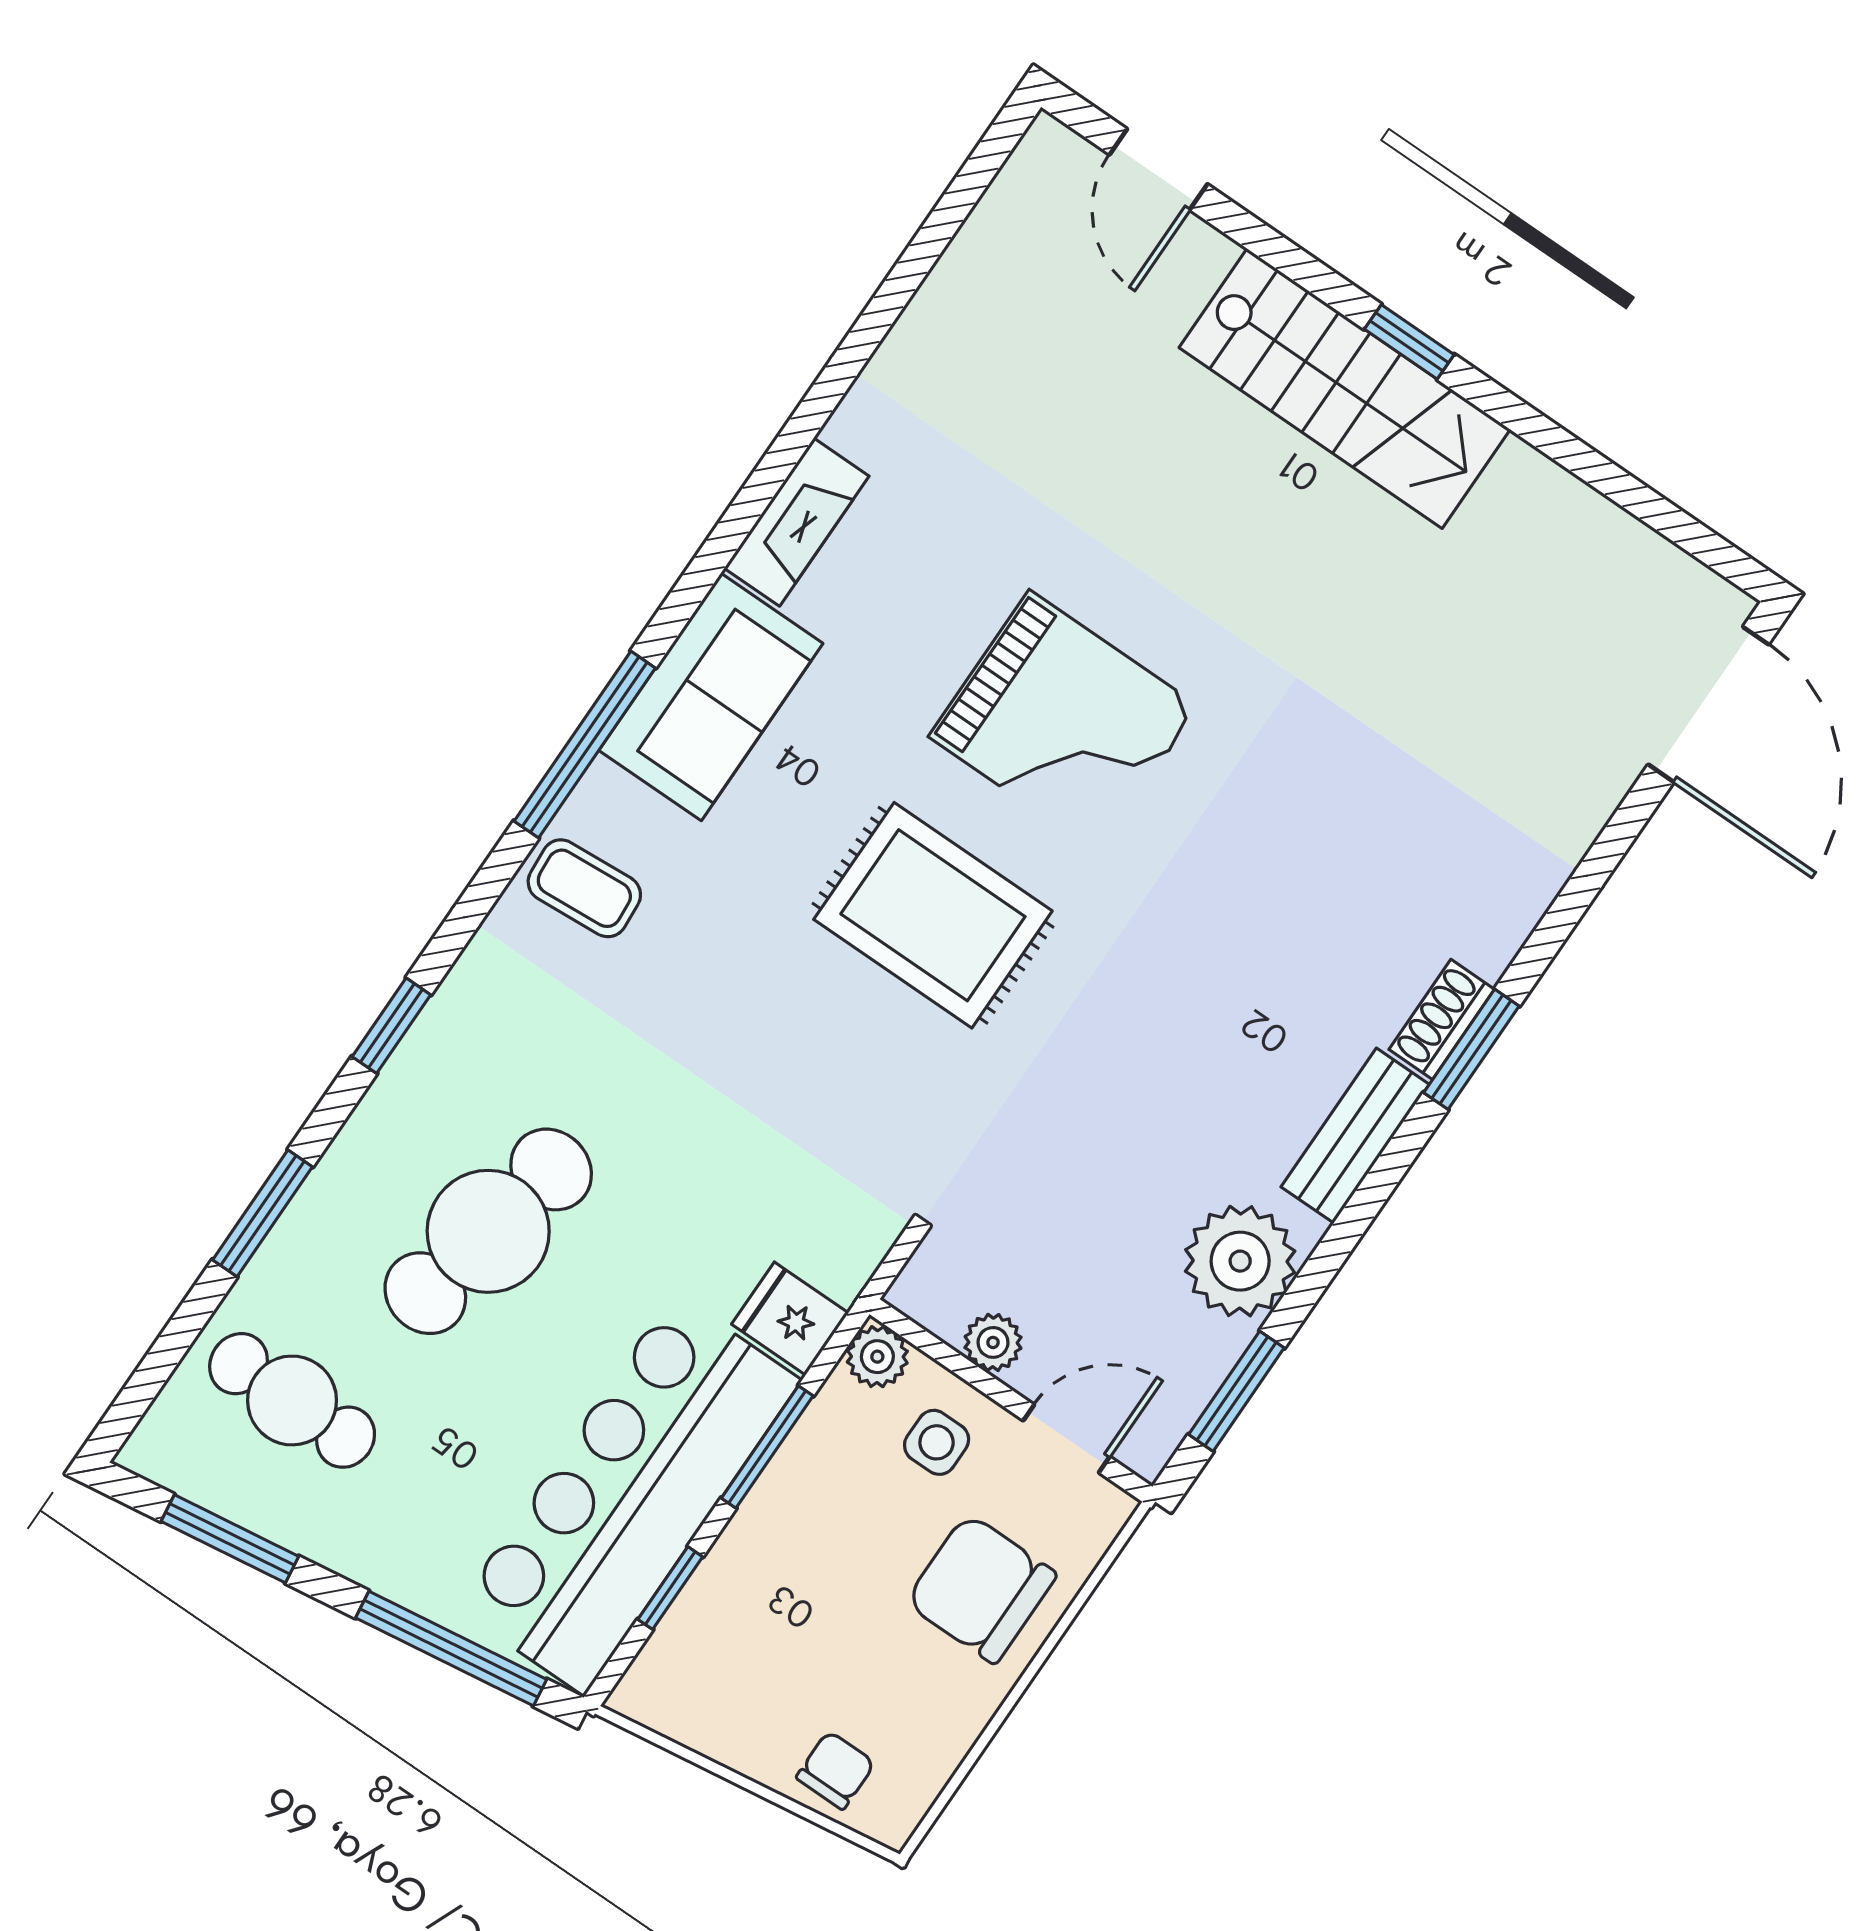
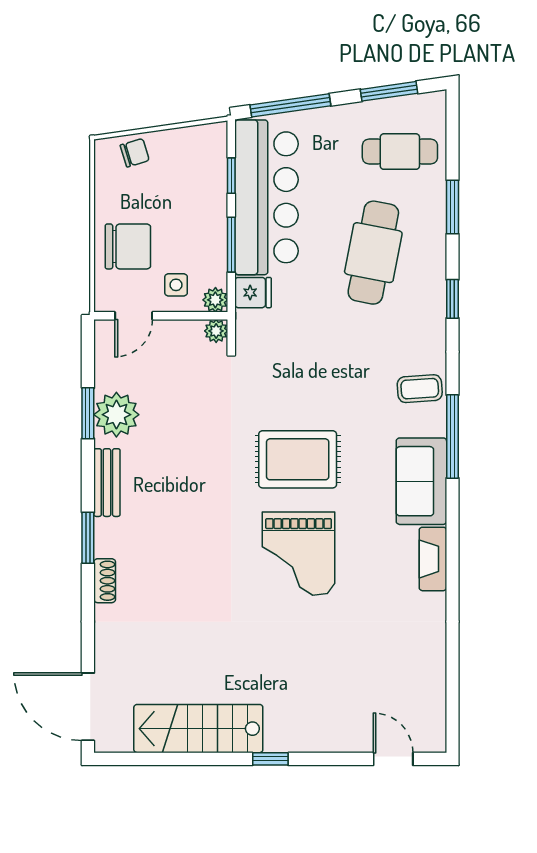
stairs: (1345, 389) -> (198, 729), moved
grand piano: (1064, 721) -> (299, 554), turned -90
shoe rack: (1442, 1019) -> (105, 581), moved
plant: (993, 1342) -> (216, 331), moved
window: (1236, 1391) -> (88, 413), moved
chair: (836, 1770) -> (135, 153), turned -107

